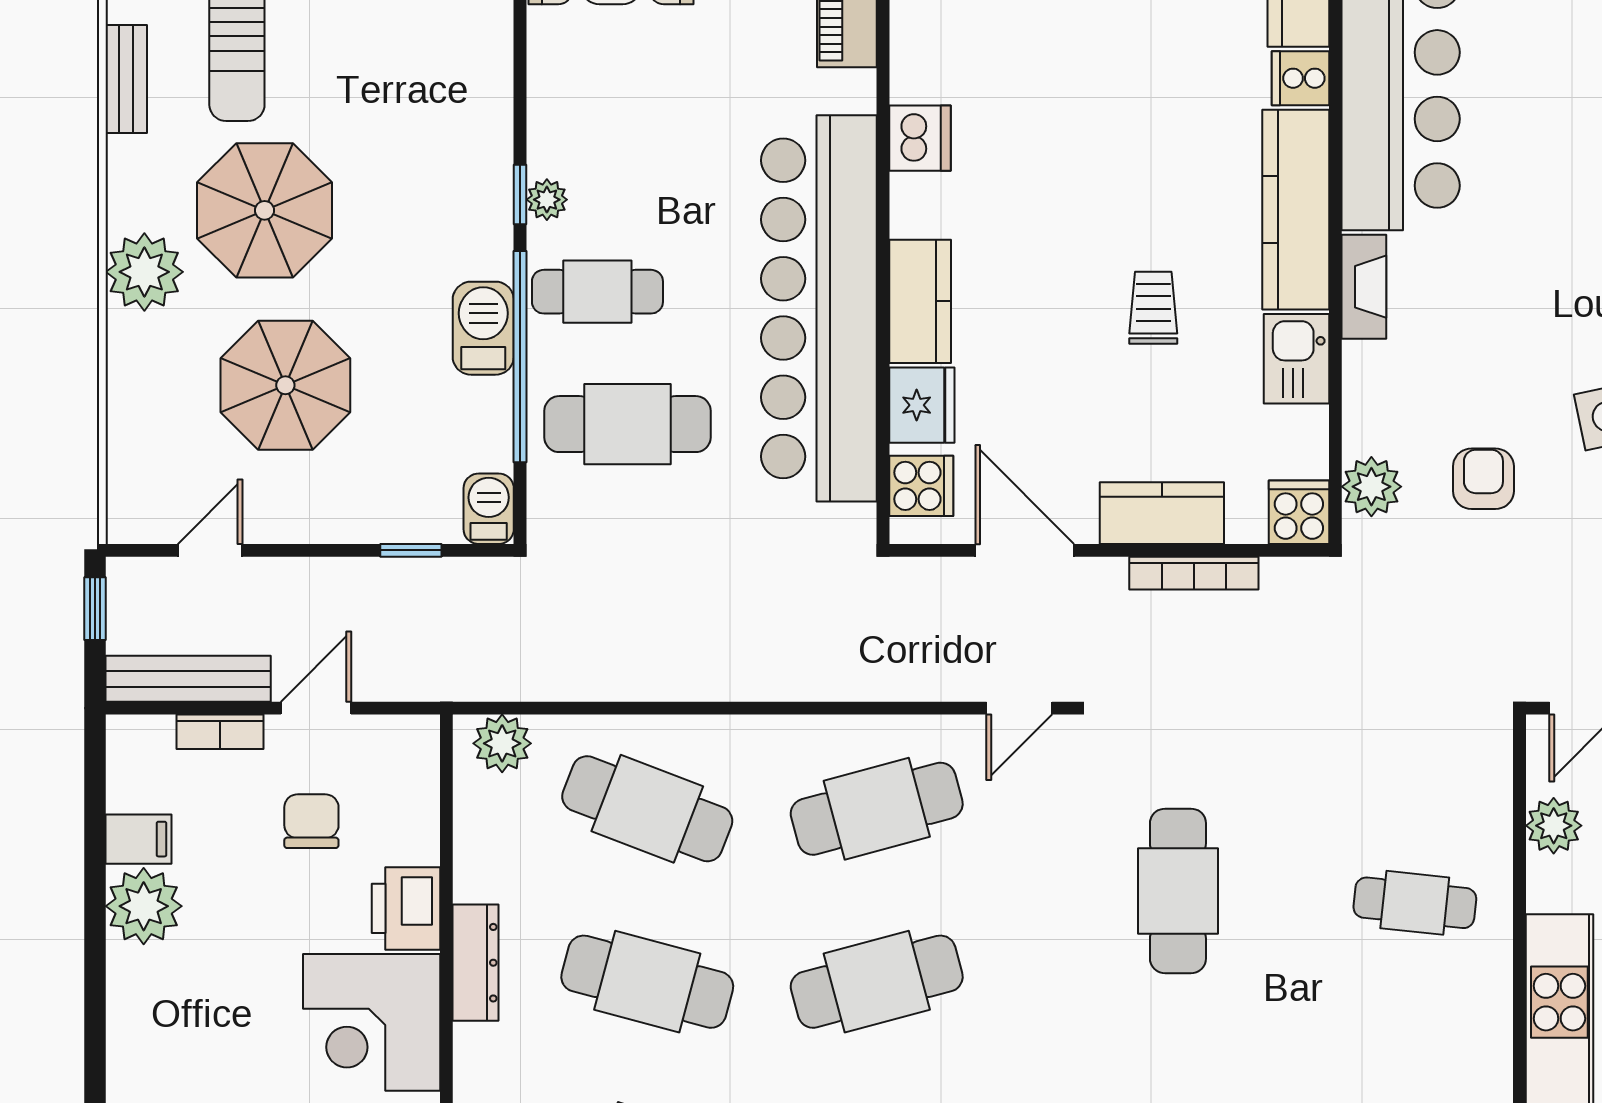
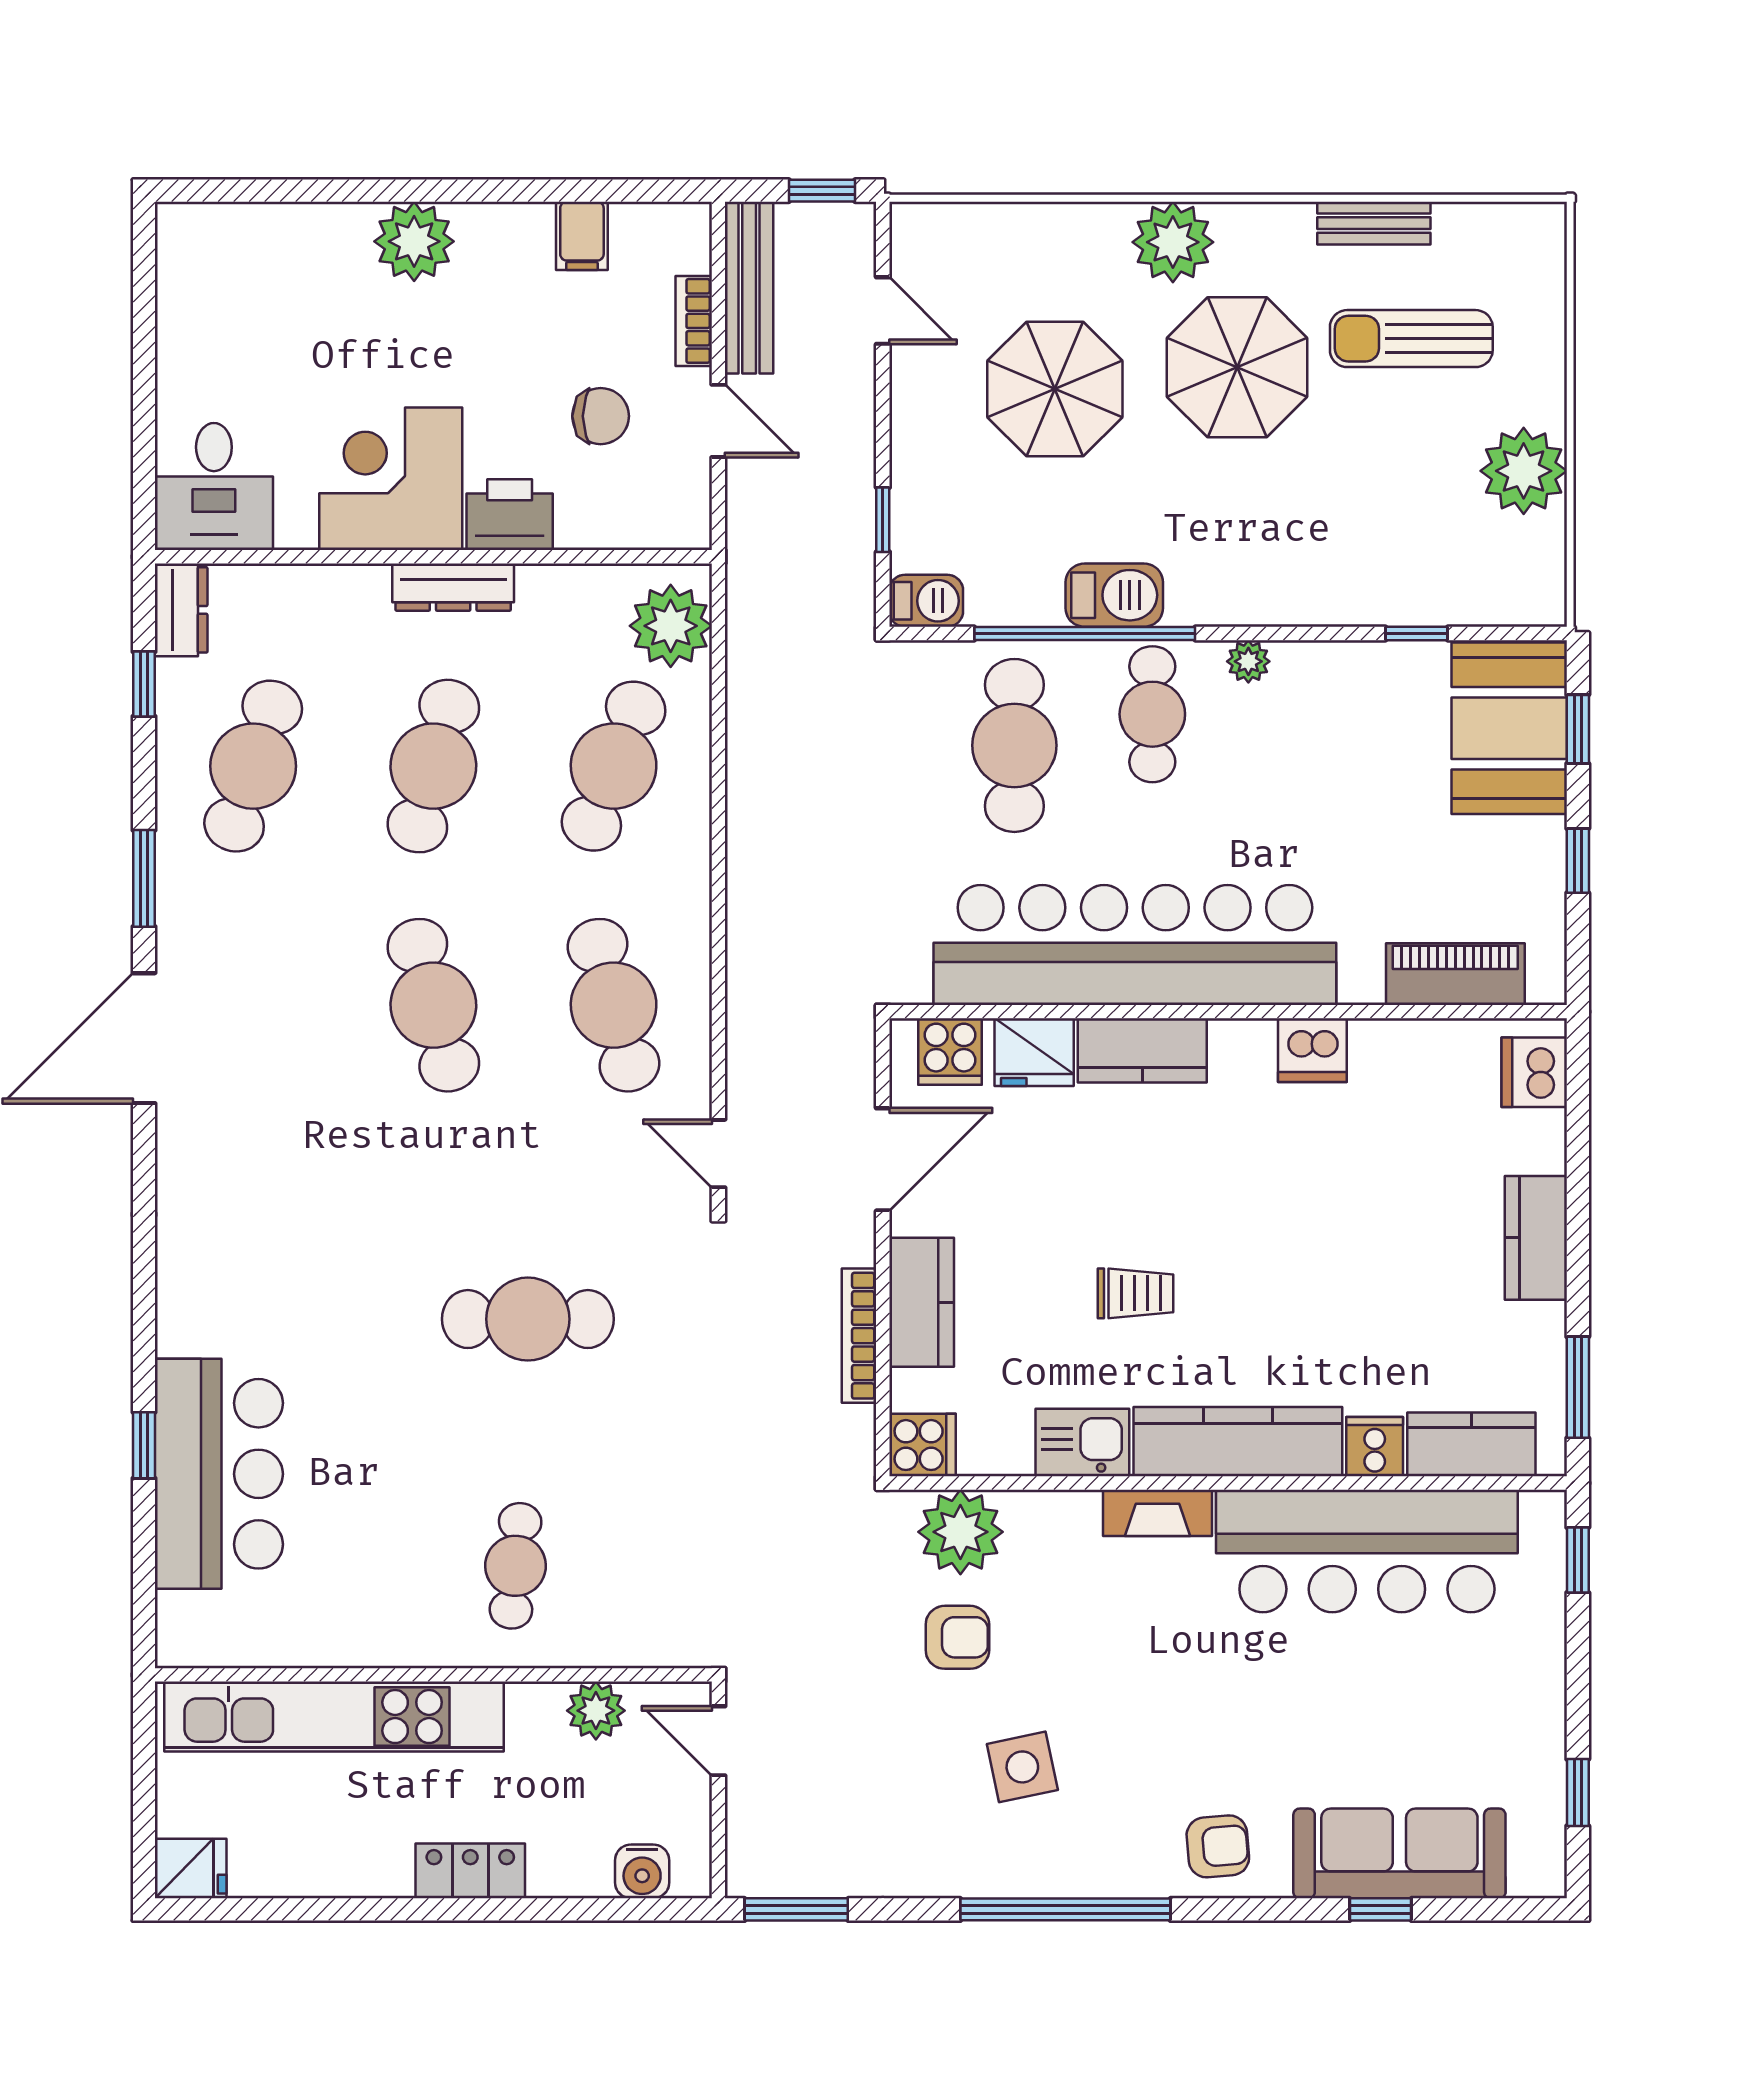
window: (520, 194) -> (1417, 633), moved
plant: (1371, 487) -> (960, 1532), width x1.36, depth x1.36
plant: (502, 743) -> (671, 626), width x1.36, depth x1.36
plant: (144, 906) -> (414, 241), moved

